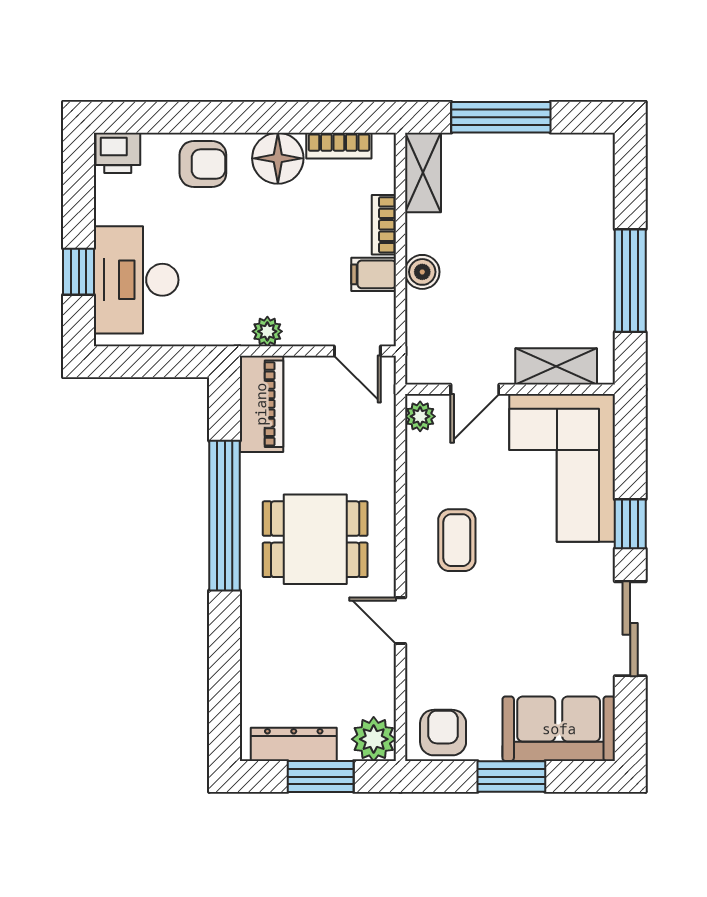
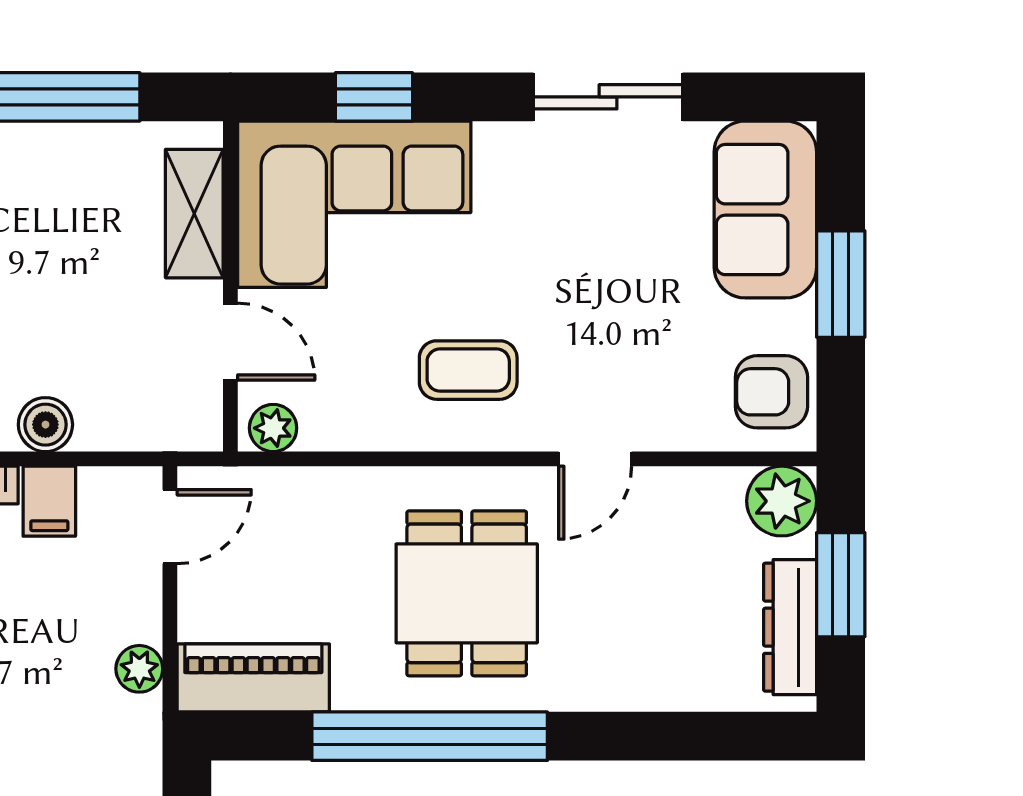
window: (630, 524) -> (374, 97), moved

